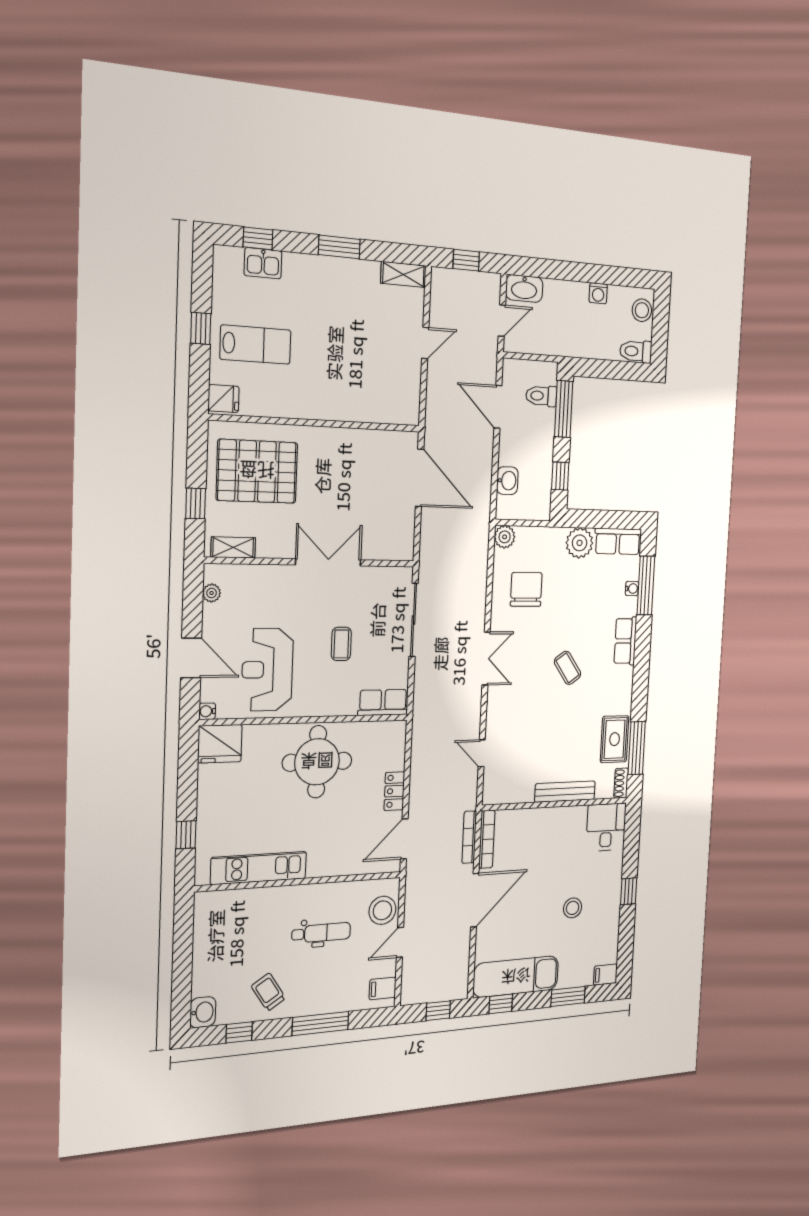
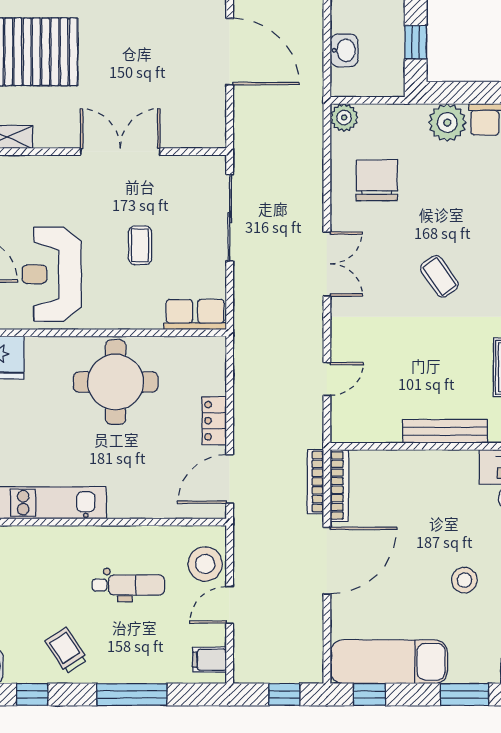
door: (482, 753) -> (327, 379), swing flipped

